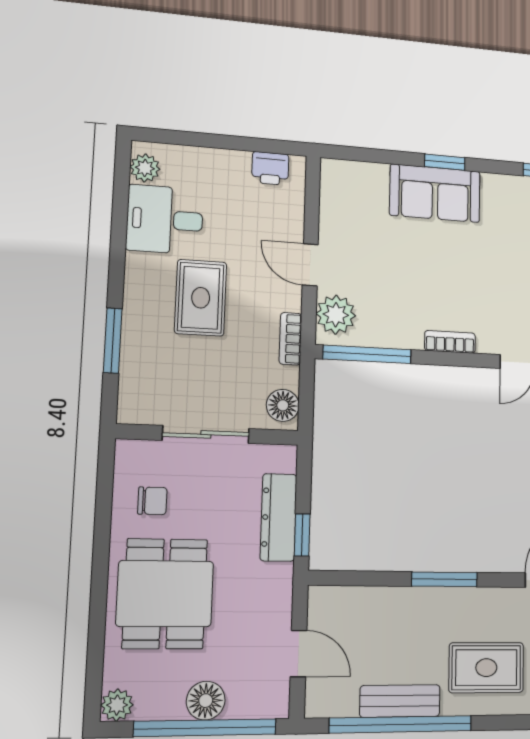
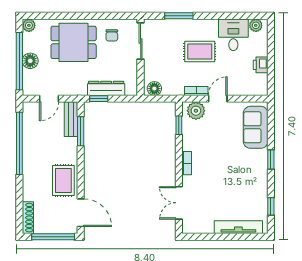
printer: (270, 168) -> (261, 65), moved
sofa: (435, 193) -> (256, 127), moved
bookcase: (291, 339) -> (196, 91), moved
window: (367, 354) -> (179, 125), width x0.46
sliding door: (206, 434) -> (141, 41), moved
window: (444, 579) -> (81, 131), moved
rug: (486, 668) -> (63, 181), moved
bench: (400, 701) -> (71, 119), moved

